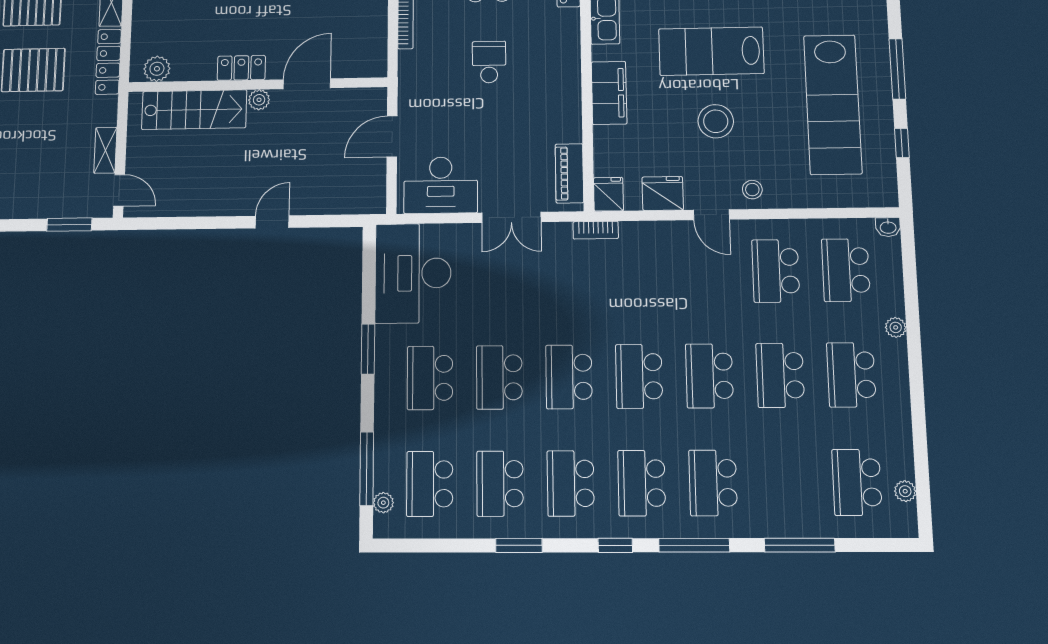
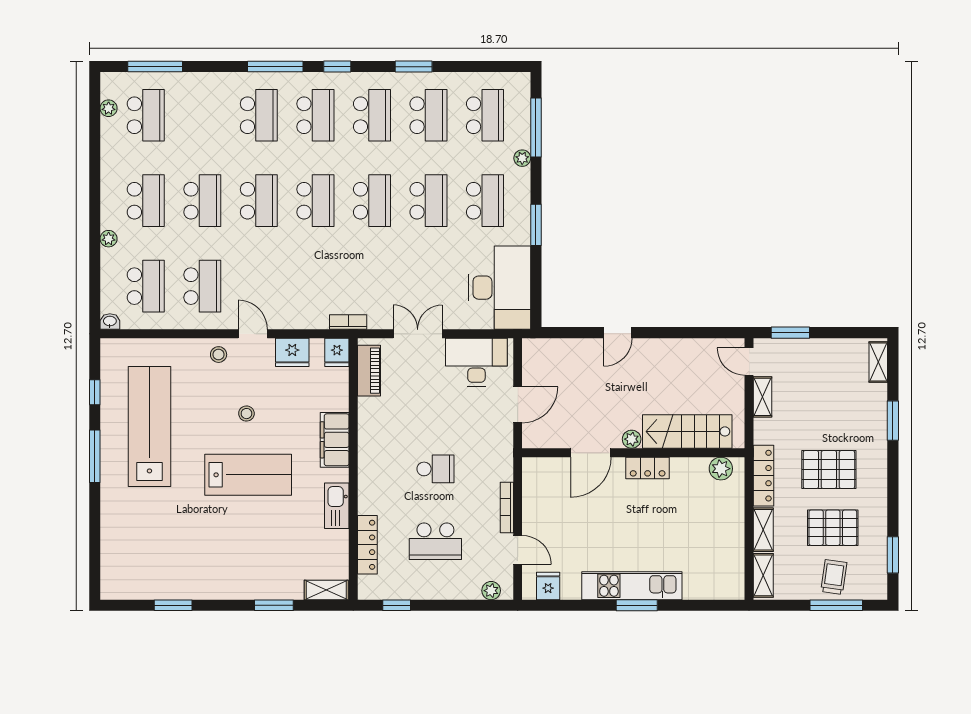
school desk: (489, 62) -> (435, 469), turned -90
stool: (716, 121) -> (246, 414), width x0.53, depth x0.53
plant: (383, 503) -> (522, 158), moved
window: (800, 545) -> (155, 67), moved

